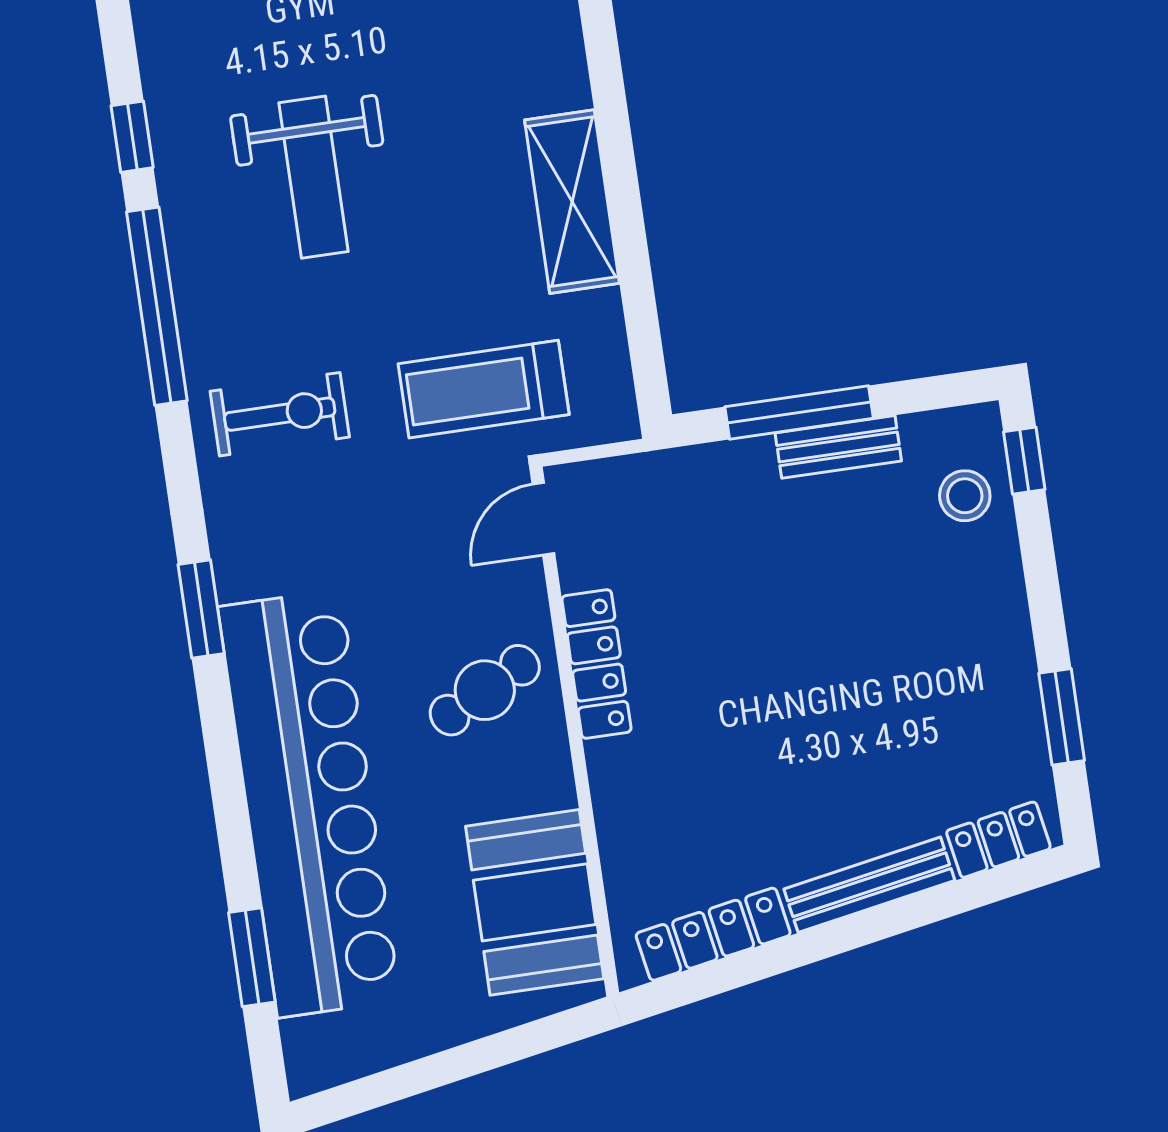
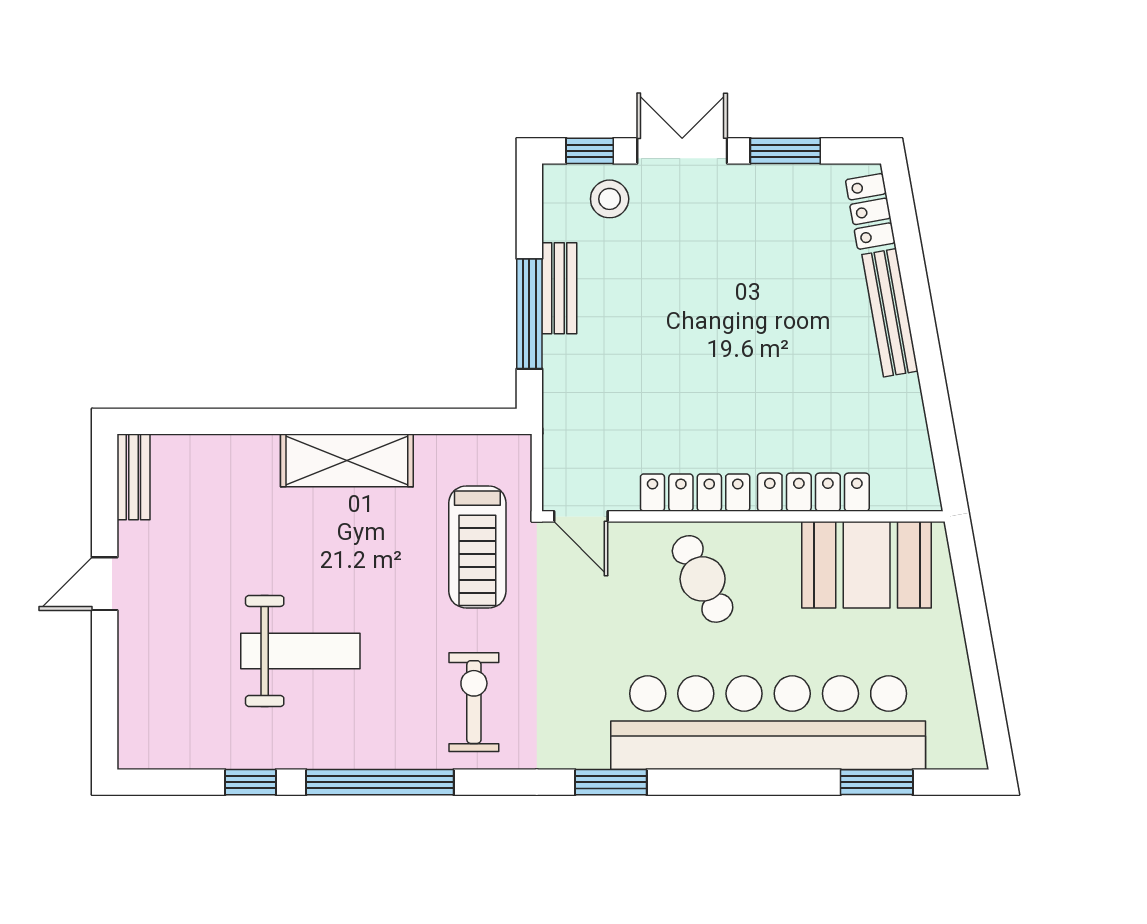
double door: (1042, 582) -> (682, 151), added
locker: (713, 934) -> (813, 492), moved, turned 100

